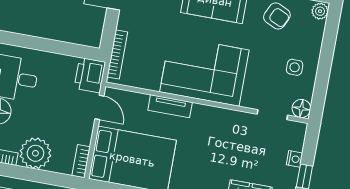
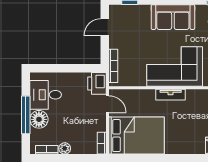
tv unit: (170, 106) -> (171, 95), moved
plant: (35, 153) -> (65, 148), width x0.53, depth x0.53

